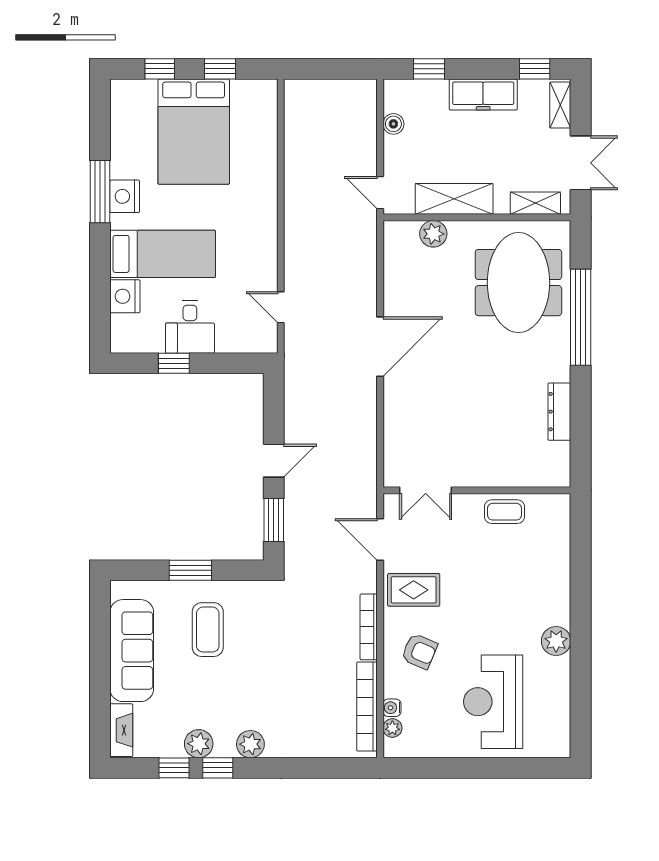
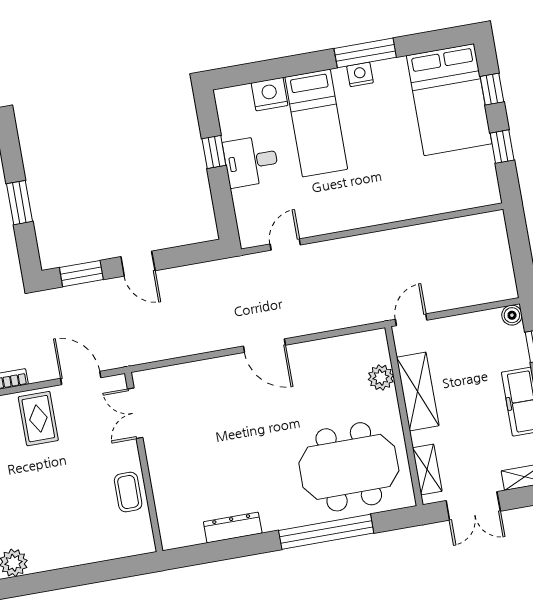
boiler: (393, 124) -> (512, 315), moved
bed: (194, 132) -> (449, 100), moved, turned -90
nightstand: (125, 196) -> (360, 74), width x0.74, depth x0.75
door: (380, 347) -> (264, 346), width x0.73
door: (380, 539) -> (81, 378), hinge flipped

